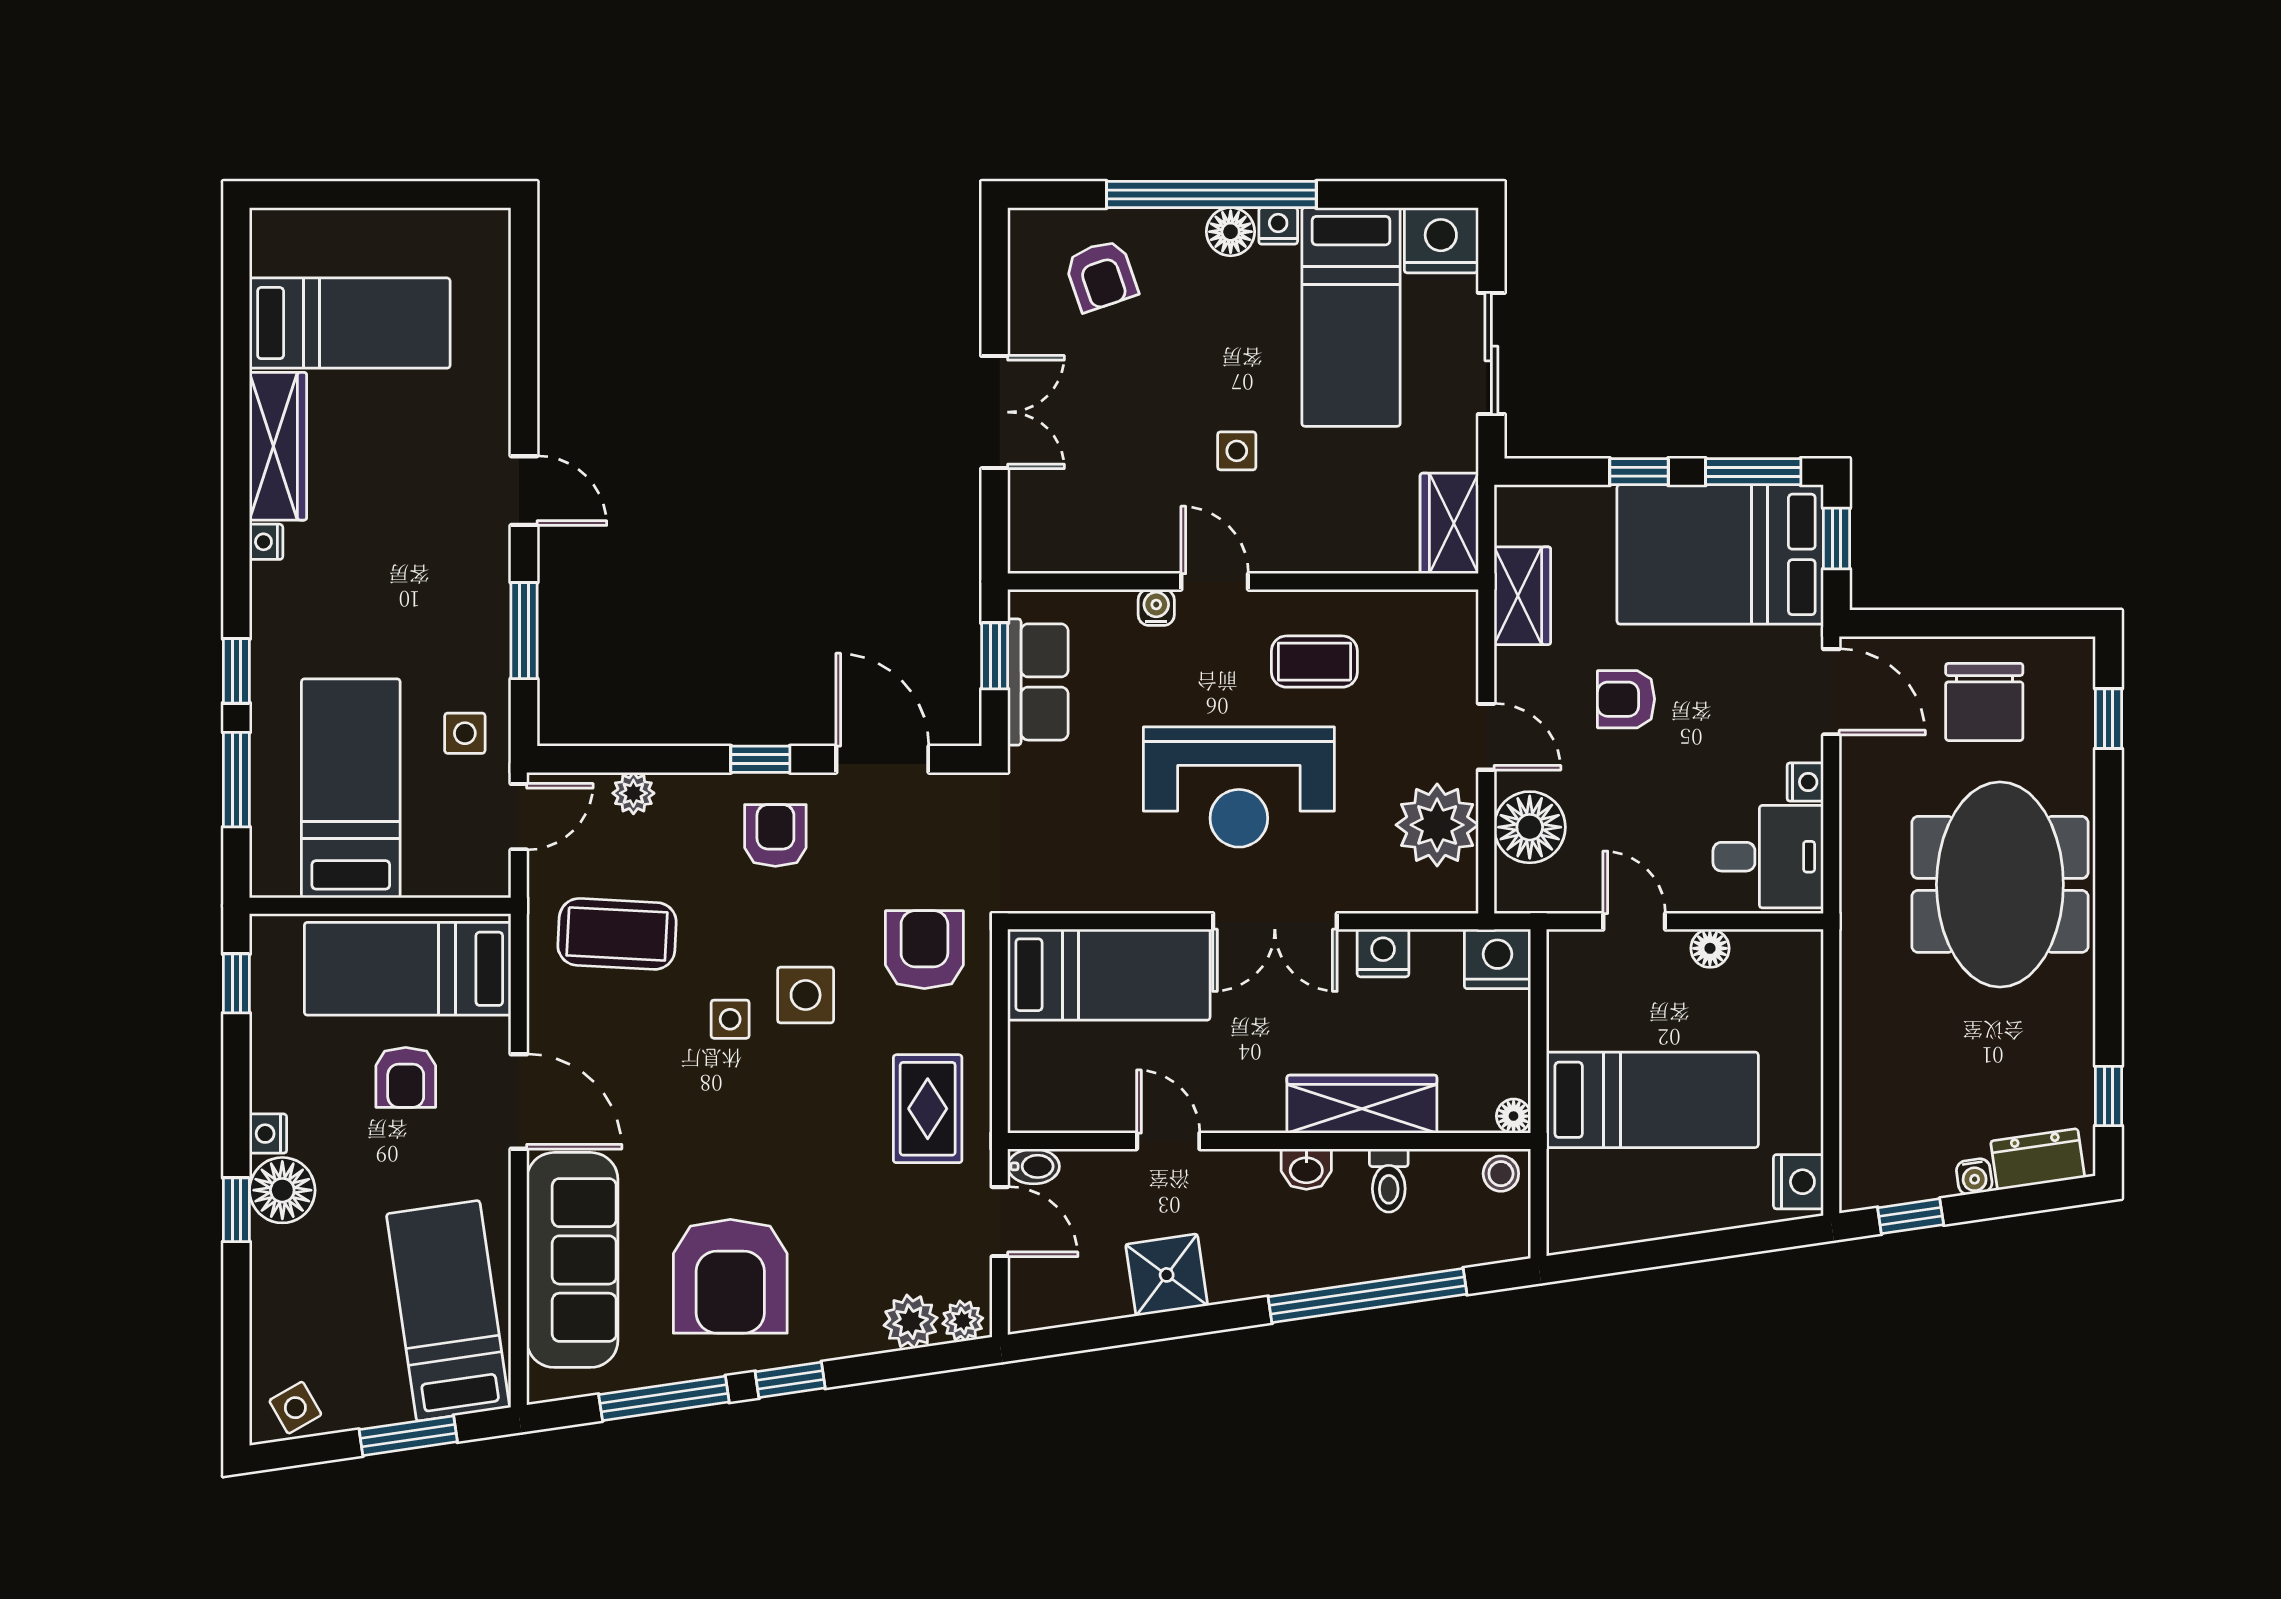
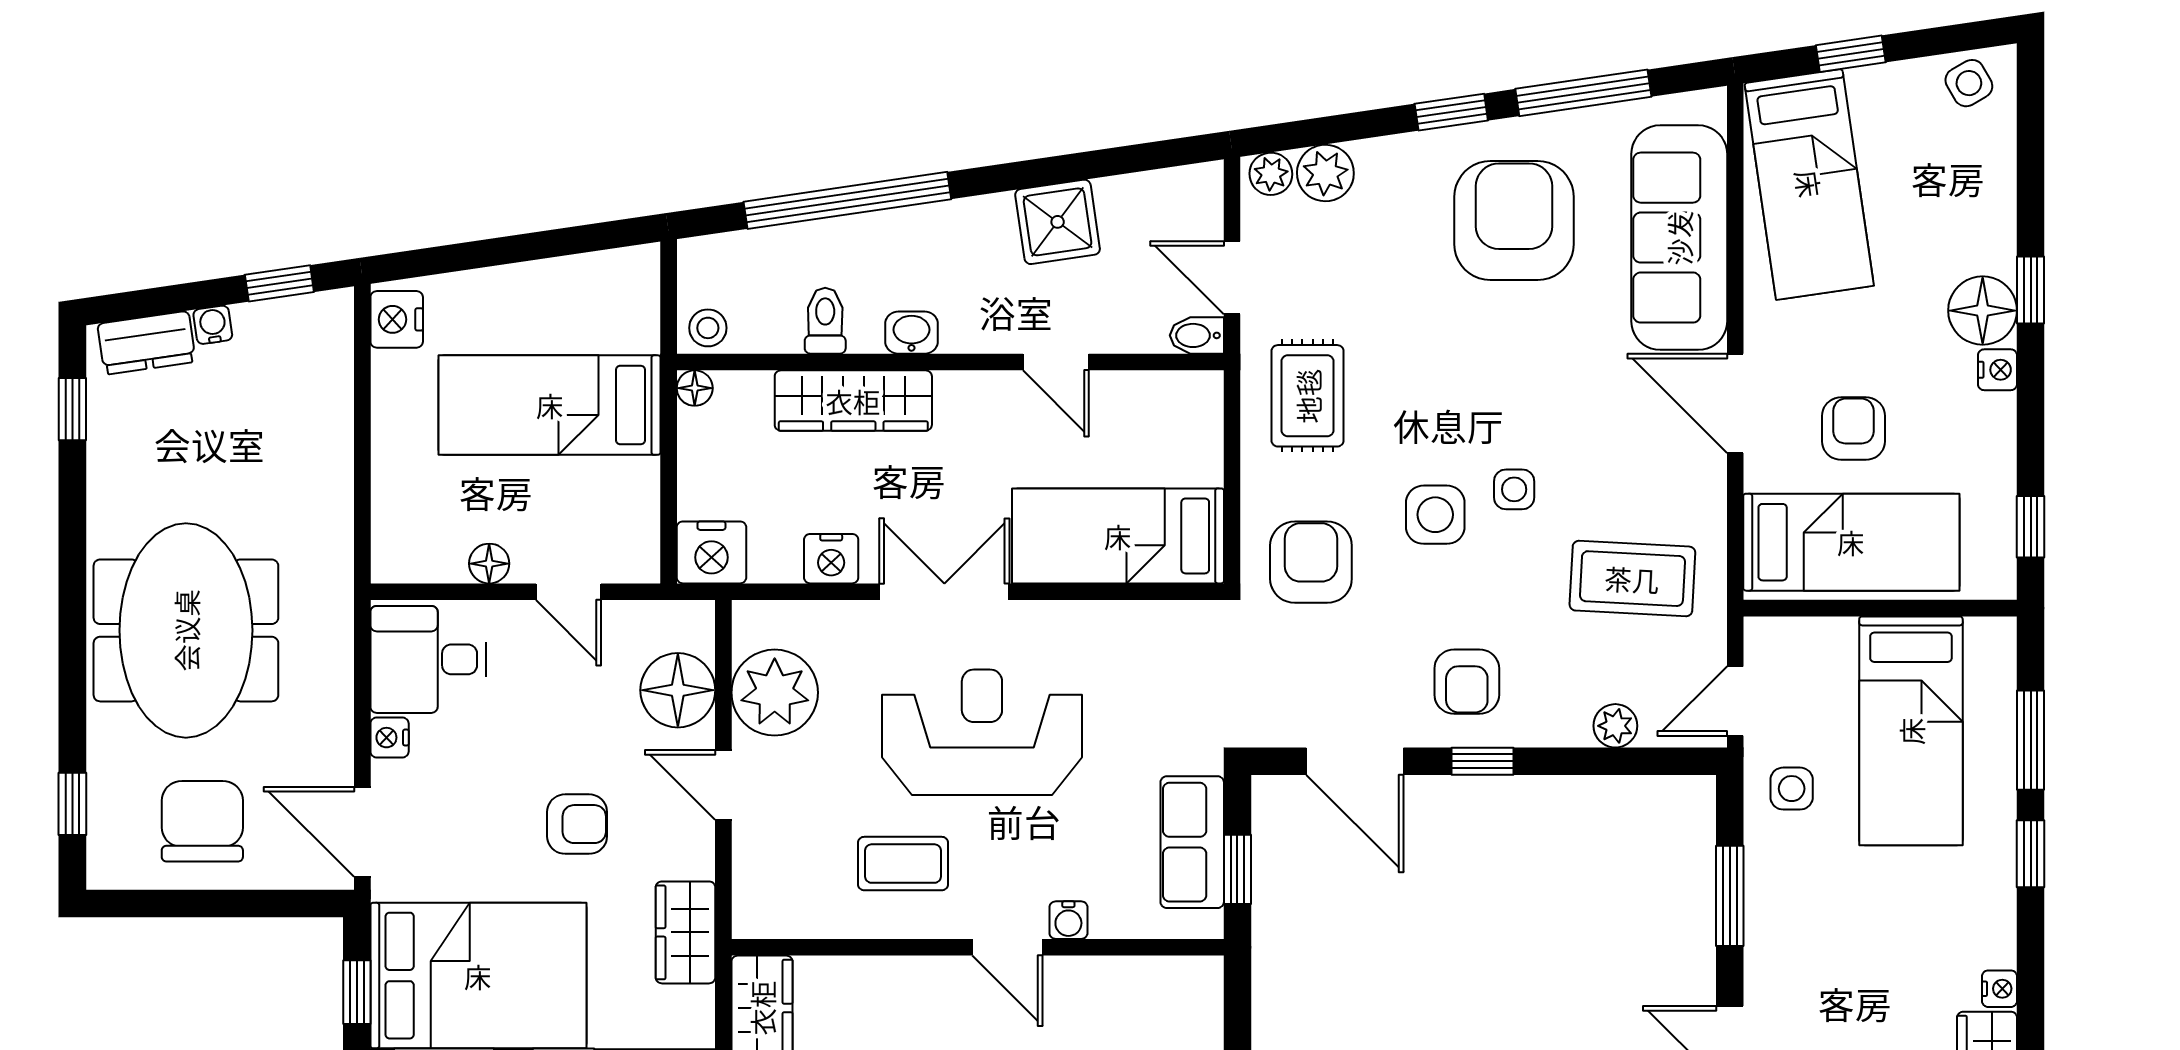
armchair: (924, 950) -> (1311, 562), turned 180
window: (408, 1436) -> (1851, 54), width x0.67

